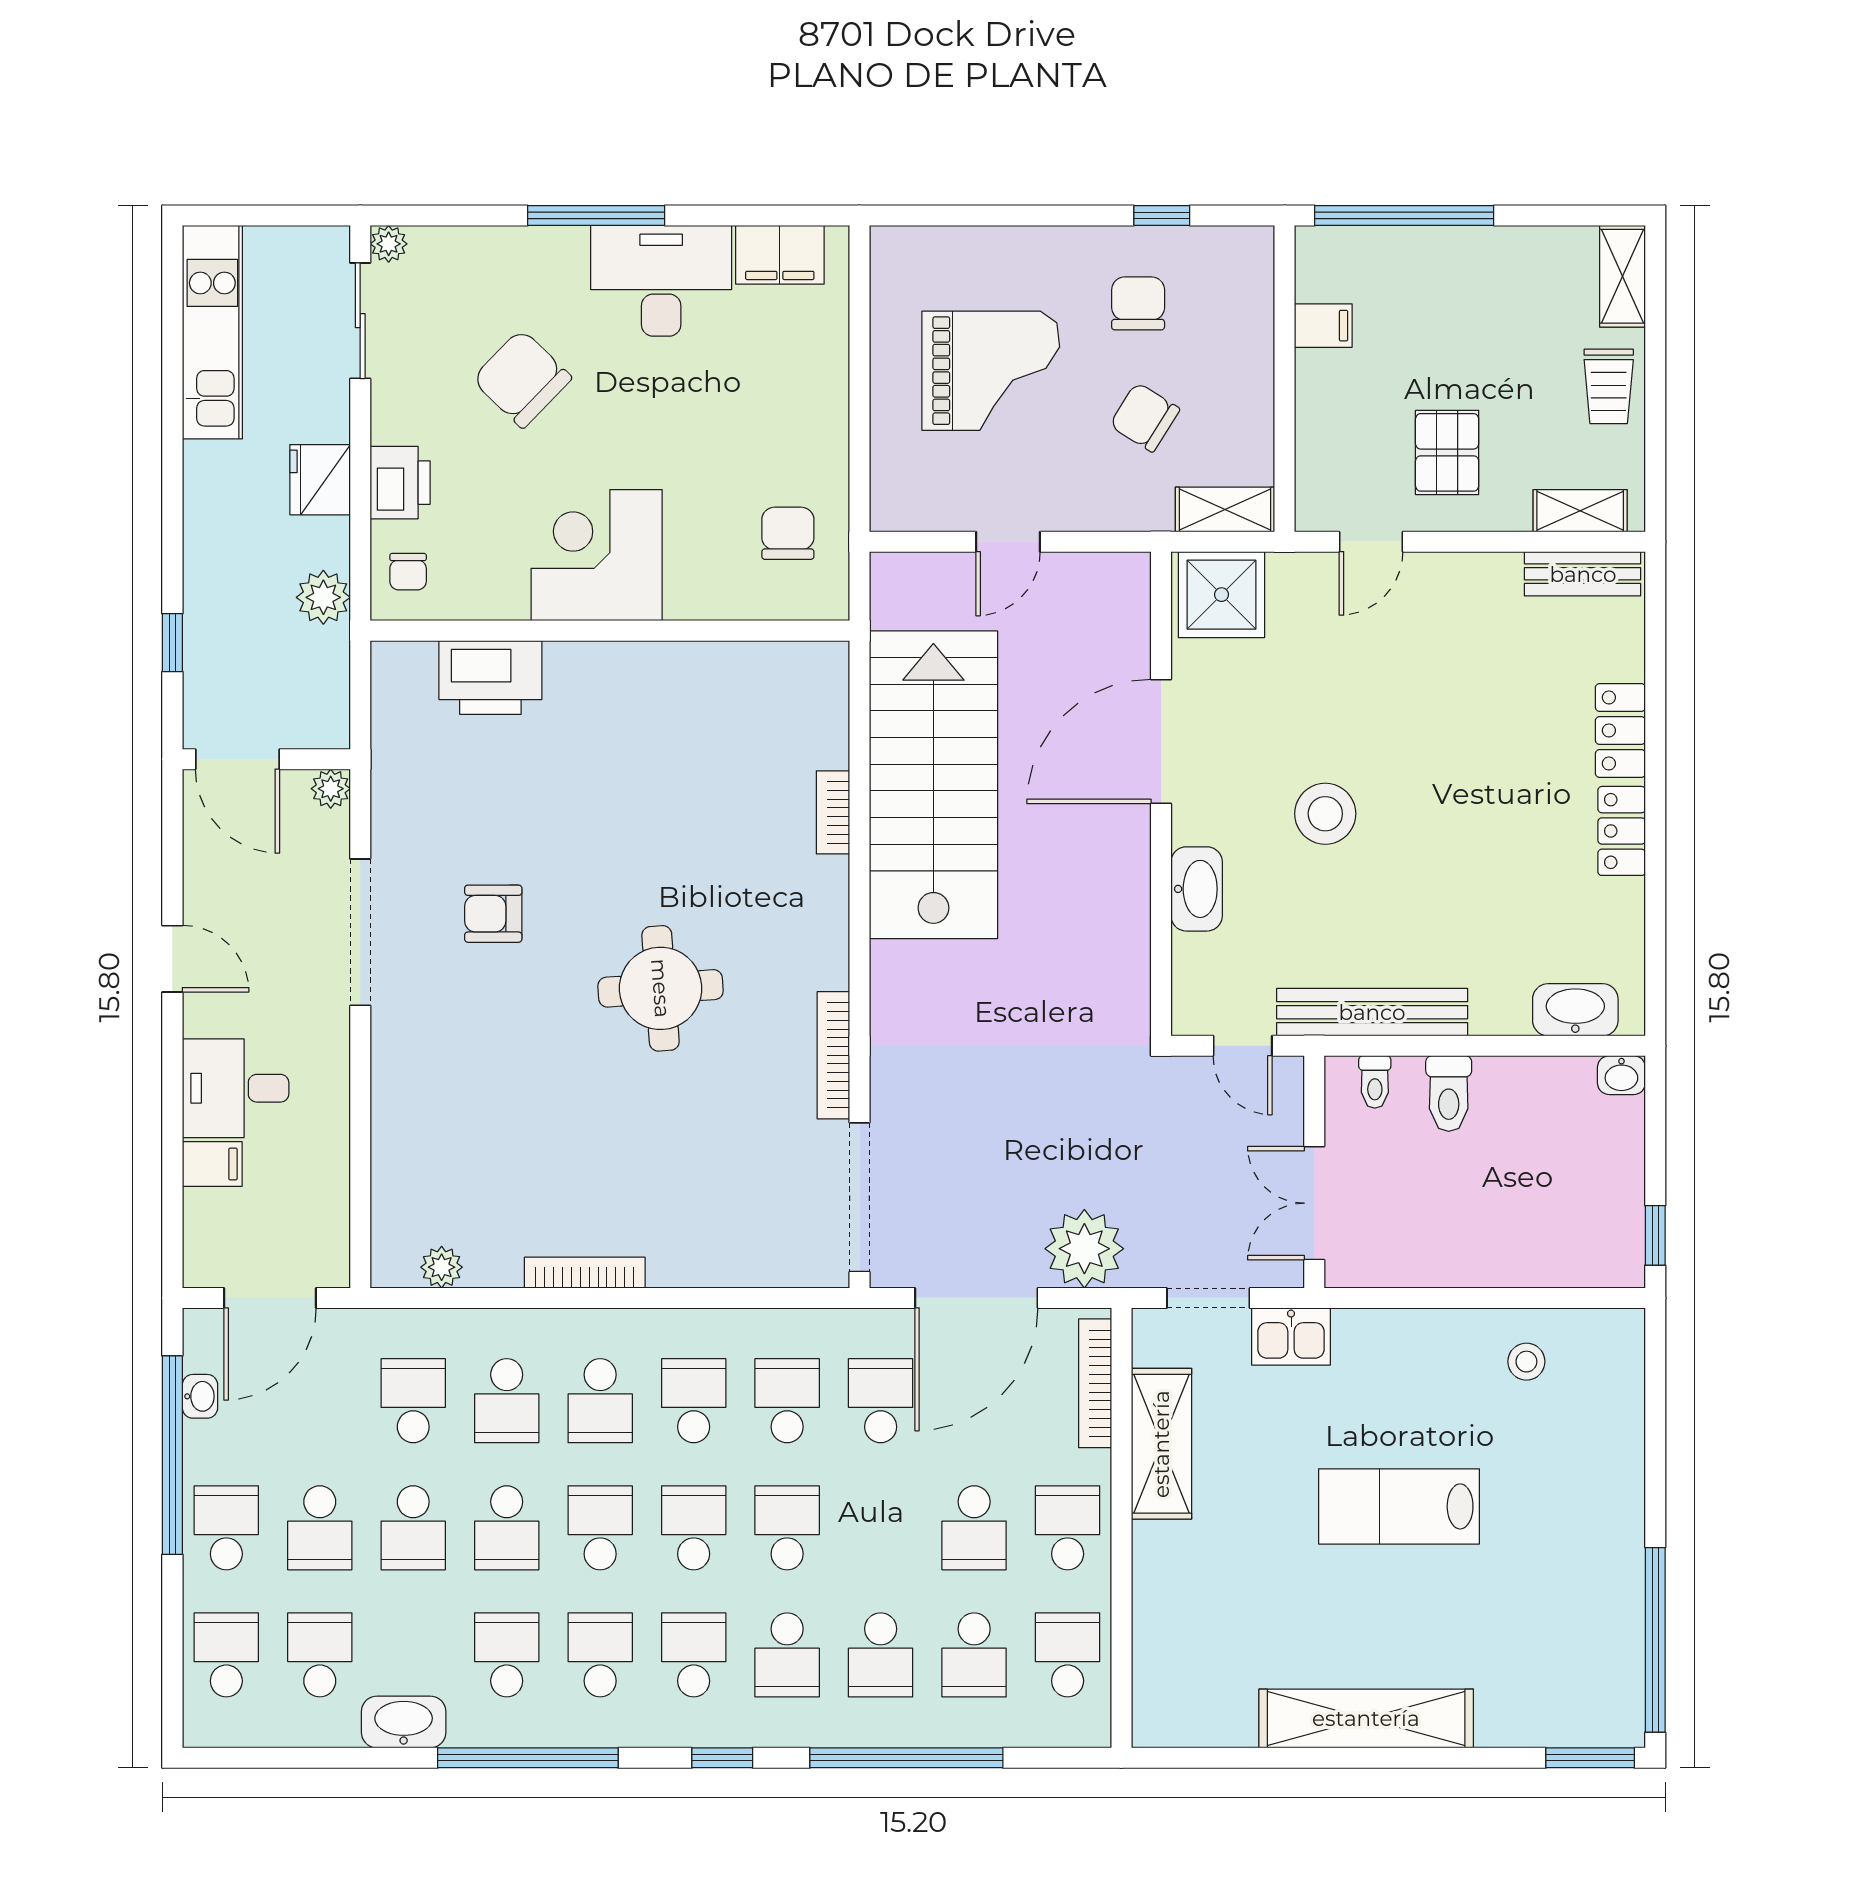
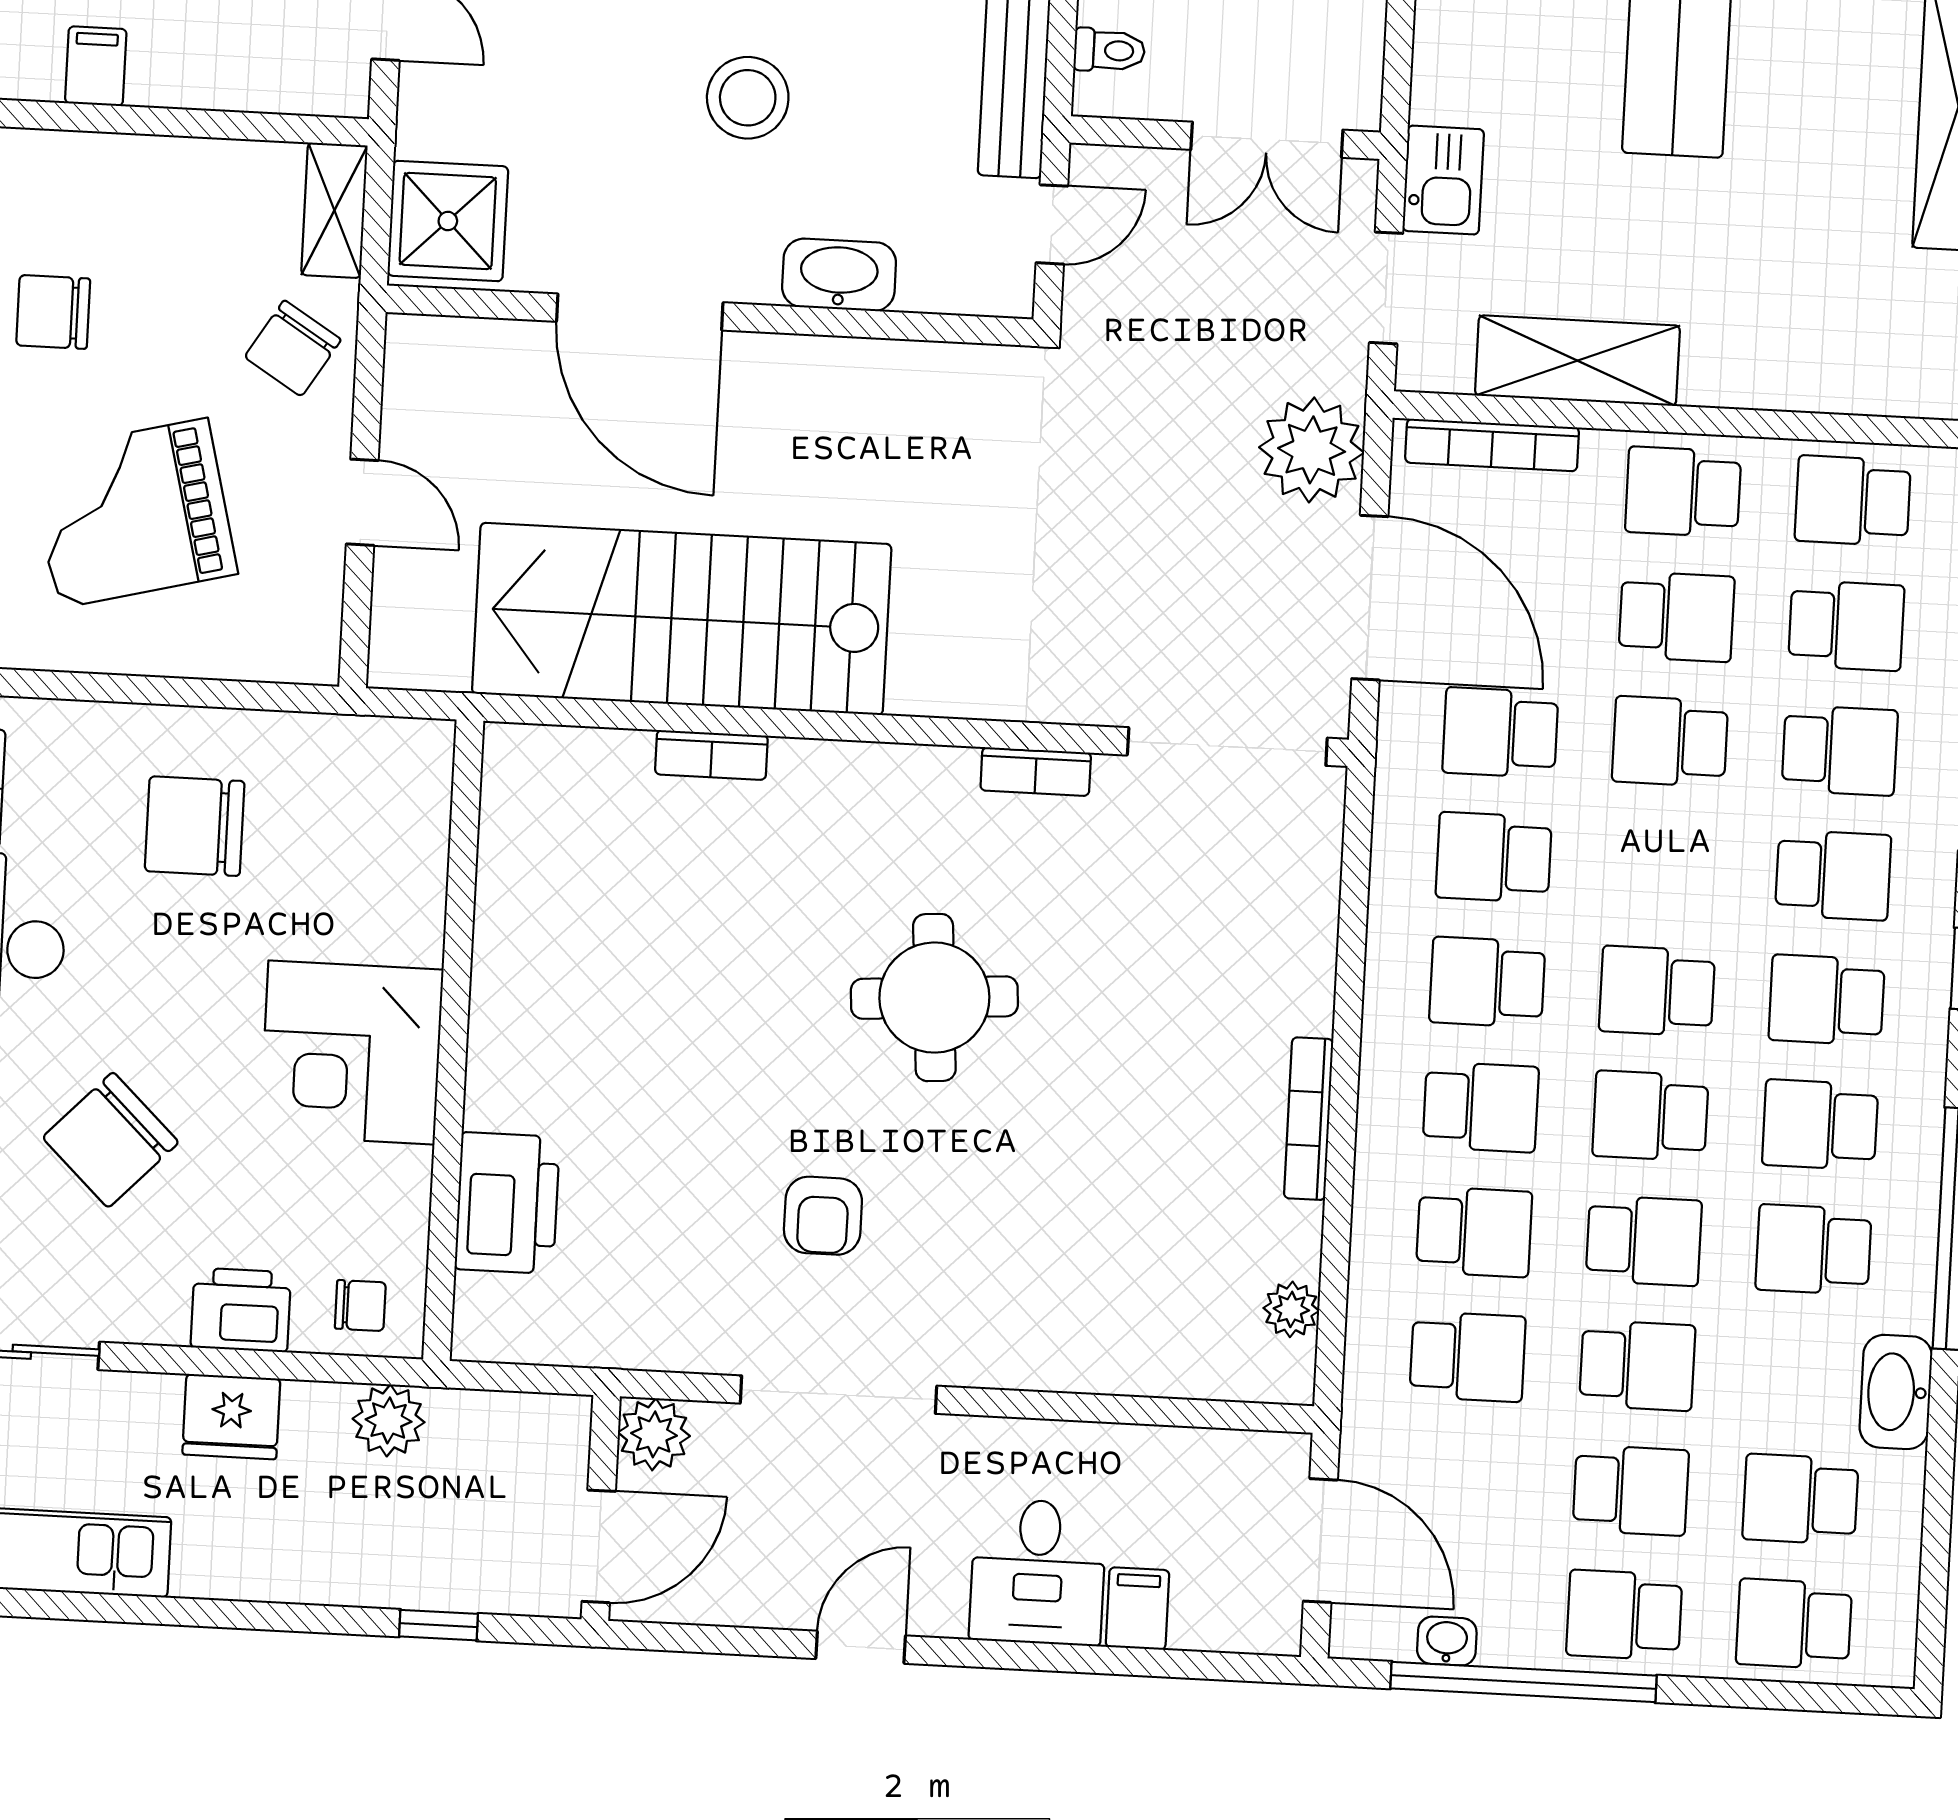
grand piano: (991, 371) -> (133, 513), turned -104
chair: (1145, 417) -> (293, 348), moved
chair: (788, 533) -> (195, 826), moved, width x1.37, depth x1.37
plant: (331, 789) -> (654, 1434), width x1.38, depth x1.38
bookcase: (833, 1055) -> (1036, 772), width x0.64
school desk: (413, 1401) -> (1468, 1357), turned 180
school desk: (787, 1528) -> (1670, 741), moved

